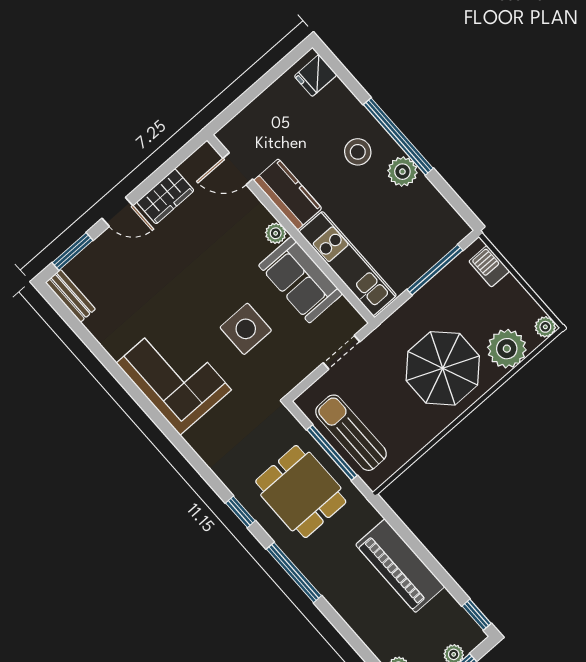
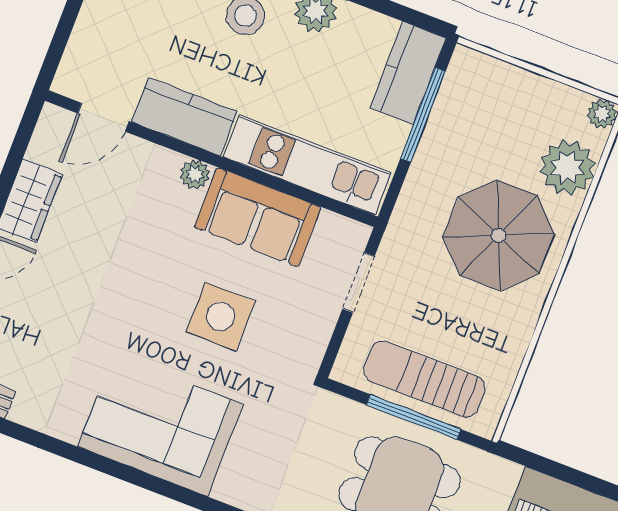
kitchen counter: (439, 239) -> (408, 73), added
barbecue: (489, 266) -> (490, 74), removed

